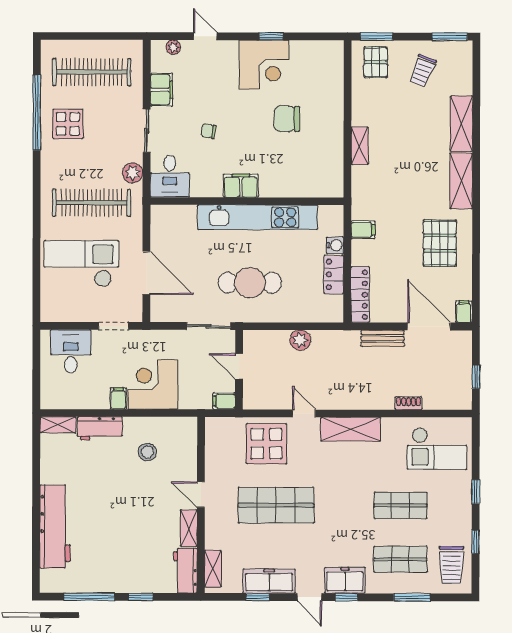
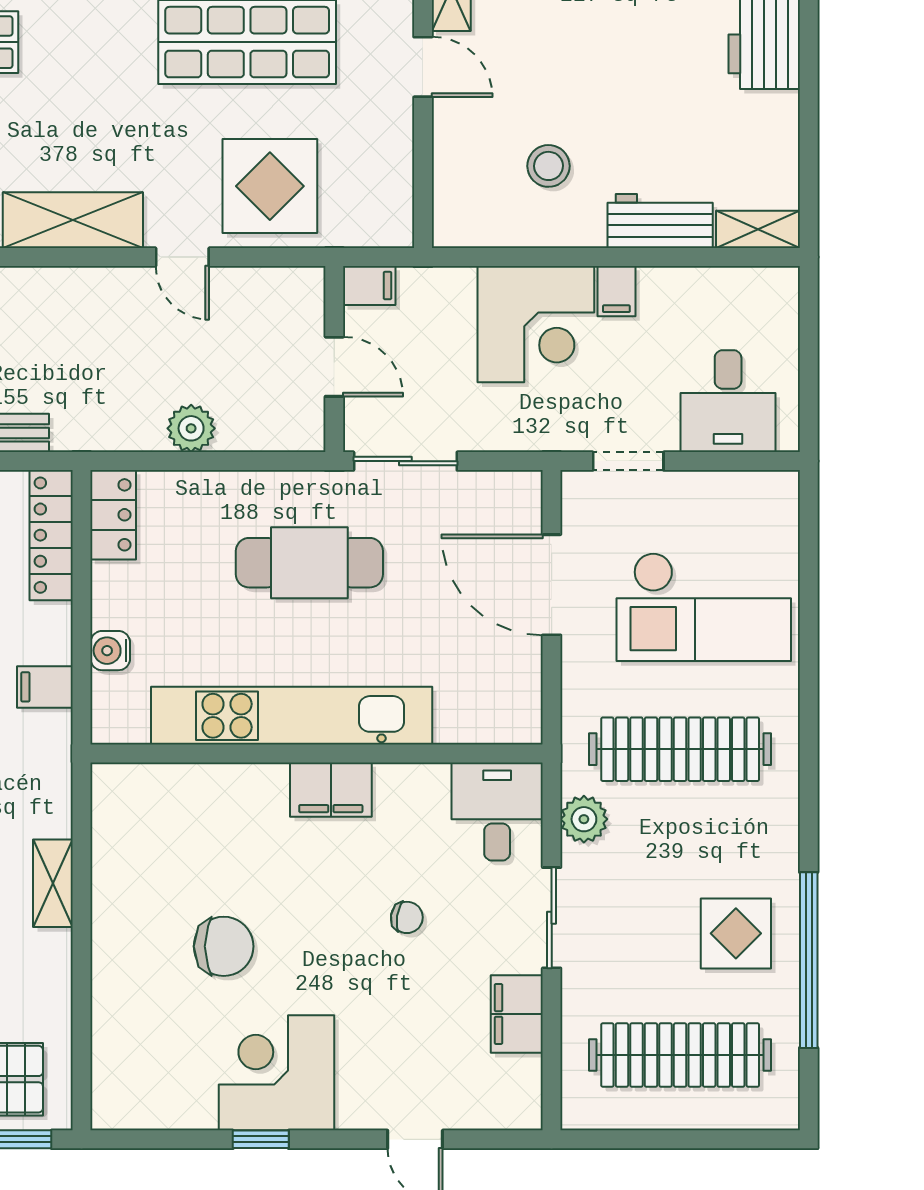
plant: (173, 47) -> (489, 1114), removed
locker: (334, 274) -> (113, 515), moved

